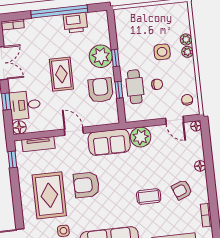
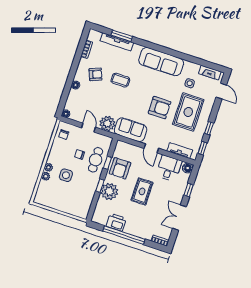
desk: (25, 105) -> (169, 168), moved, turned -90
door: (175, 120) -> (88, 128), moved
window: (15, 187) -> (209, 128), added

